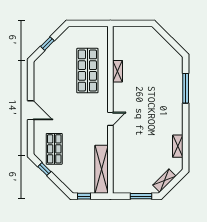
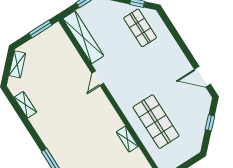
door: (31, 110) -> (203, 77), moved
door: (110, 119) -> (98, 78), moved
window: (141, 196) -> (40, 29), moved

